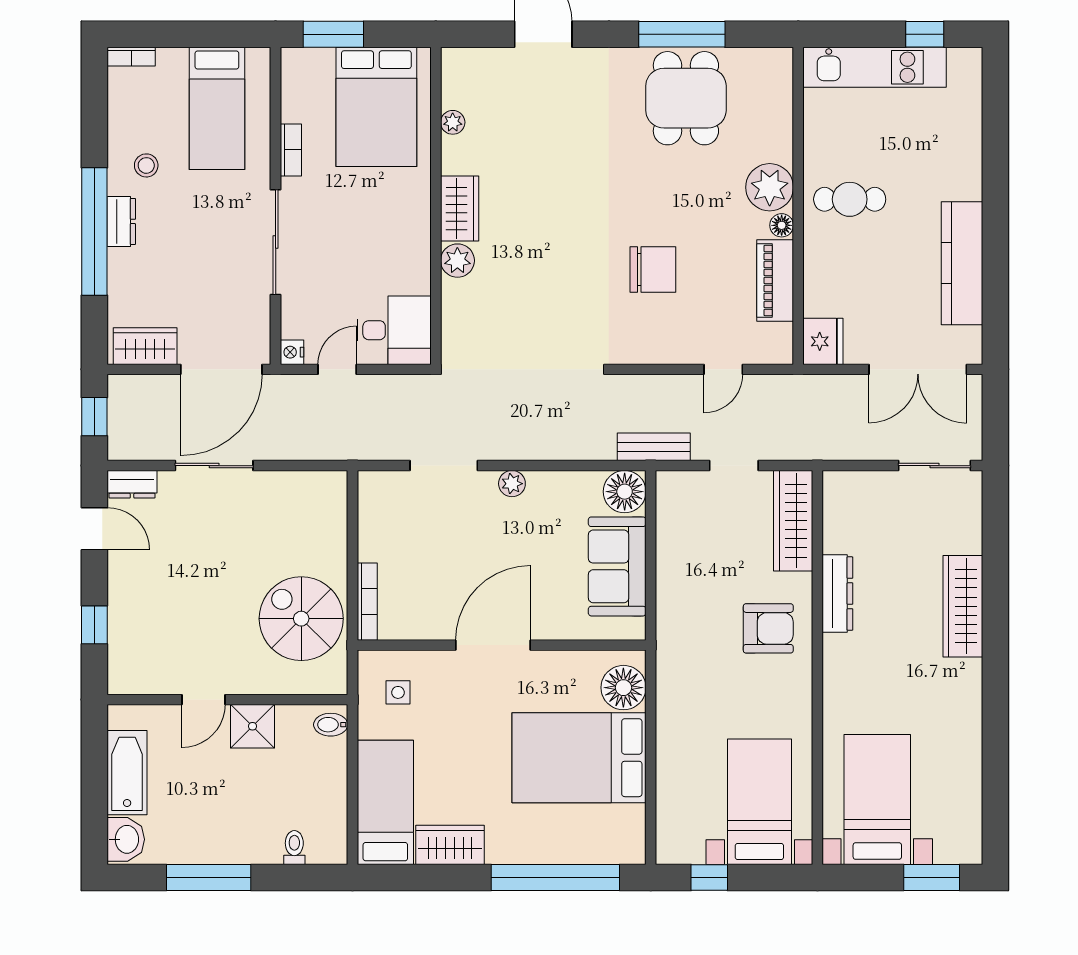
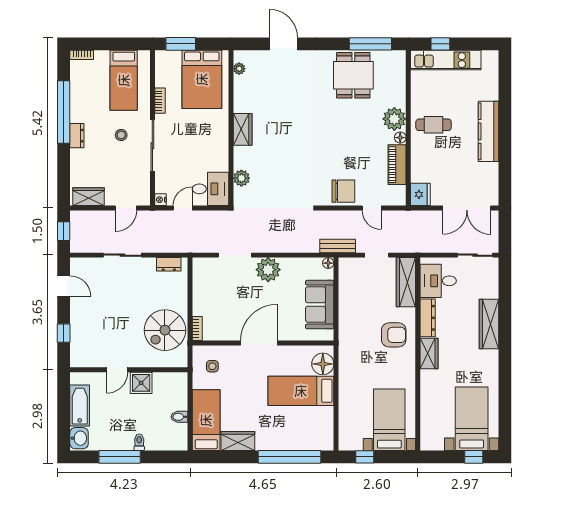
window: (682, 34) -> (370, 44), moved
window: (925, 34) -> (440, 44), moved
plant: (453, 122) -> (239, 69), moved
stool: (146, 165) -> (121, 135), moved
window: (94, 232) -> (64, 112), moved
plant: (457, 261) -> (241, 178), moved
kitchen counter: (962, 263) -> (489, 131), moved
chair: (653, 270) -> (343, 191), moved
door: (221, 369) -> (126, 208), width x0.53
door: (723, 369) -> (372, 208), hinge flipped
dresser: (132, 484) -> (169, 264), moved
plant: (512, 484) -> (268, 270), width x1.87, depth x1.87
floor lamp: (625, 492) -> (328, 263), width x0.53, depth x0.53
desk: (859, 518) -> (438, 281), added
bookcase: (367, 602) -> (197, 329), width x0.64
spiral stairs: (301, 619) -> (165, 330), turned -90
wardrobe: (840, 666) -> (429, 353), added
bidet: (331, 725) -> (179, 417), moved
bed: (579, 758) -> (301, 391), width x0.67
bed with nightstands: (877, 800) -> (472, 419), moved
toilet: (294, 848) -> (139, 442), moved
window: (932, 878) -> (474, 457), width x0.67

